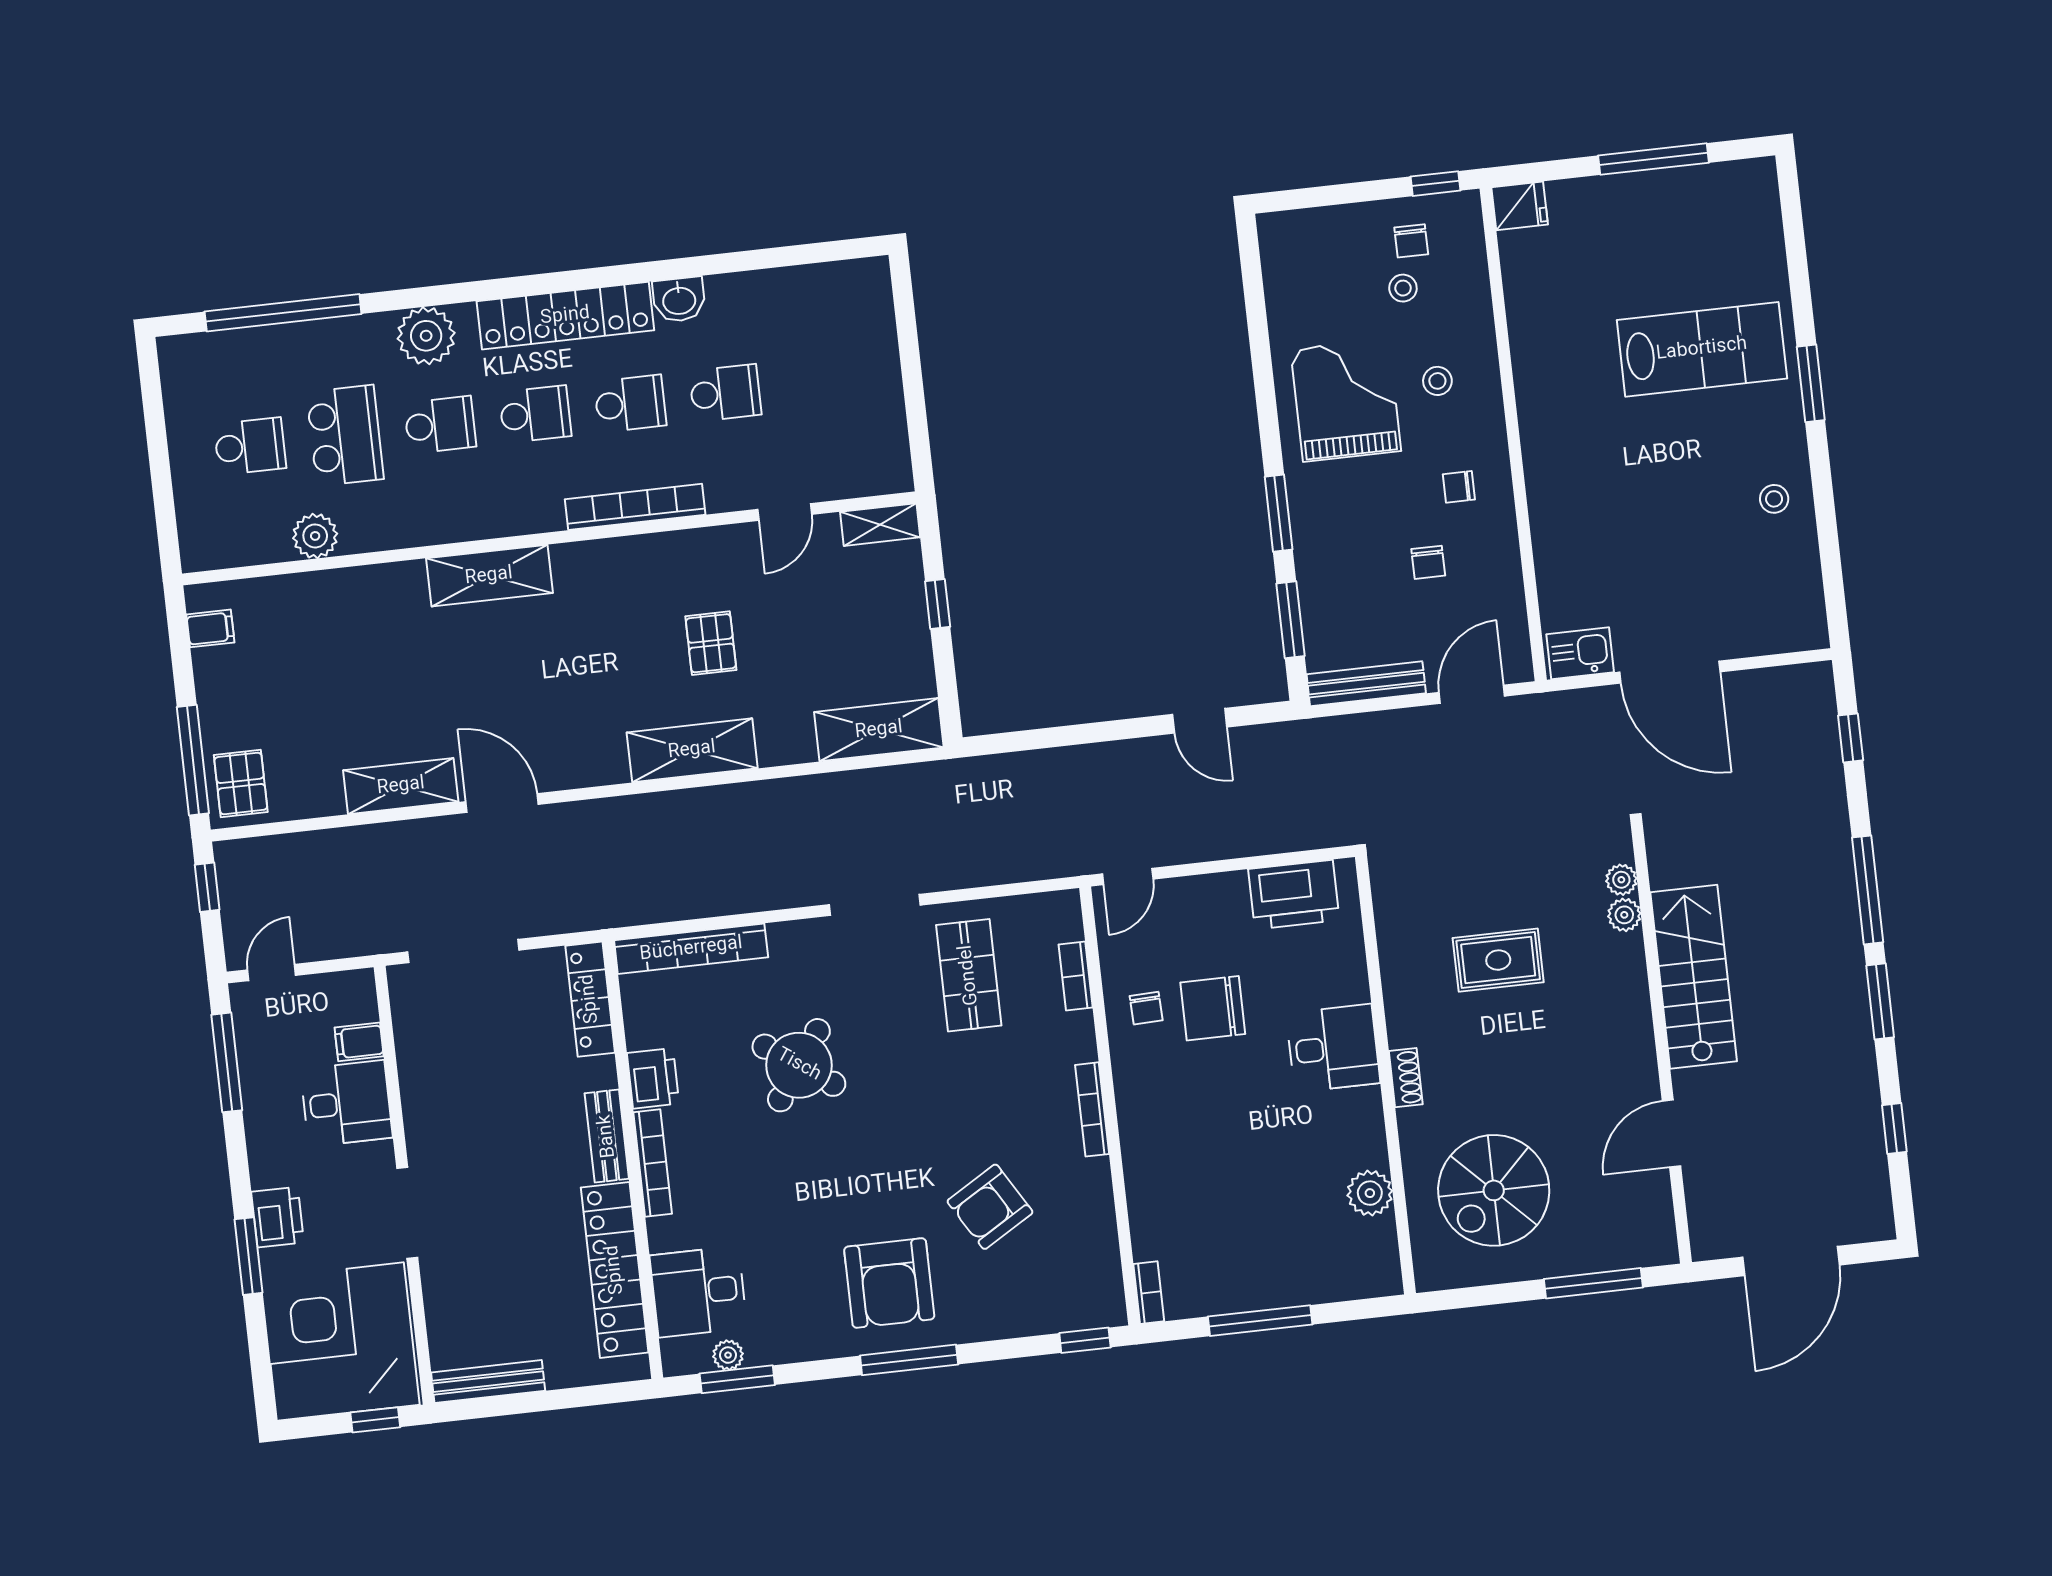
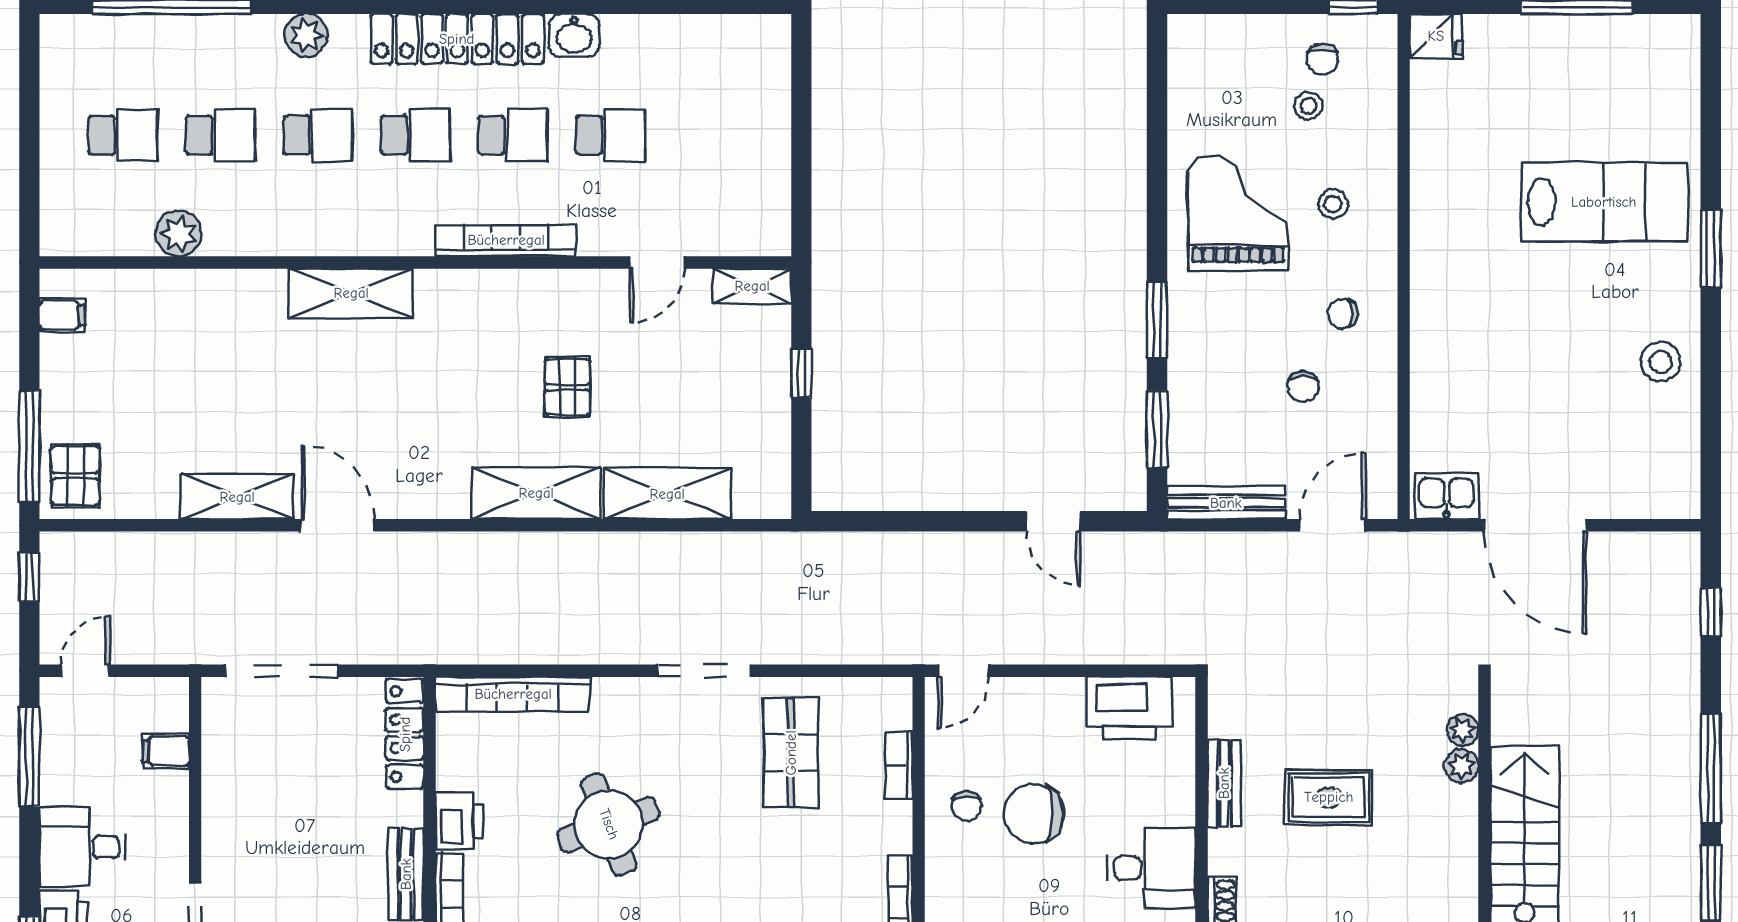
plant: (426, 336) -> (306, 35), width x0.73, depth x0.73
school desk: (345, 436) -> (220, 135), width x0.54
stool: (1774, 499) -> (1661, 362), width x1.37, depth x1.37
shelving: (879, 730) -> (667, 494), moved
bench: (1395, 958) -> (1224, 783), added
round table: (799, 1065) -> (609, 824), turned 35
desk: (346, 1103) -> (83, 847), moved, turned 180

